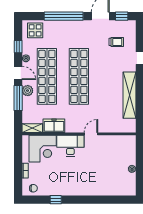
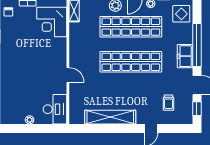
freezer: (54, 126) -> (185, 56), moved, turned 180
desk: (70, 146) -> (55, 109), moved

